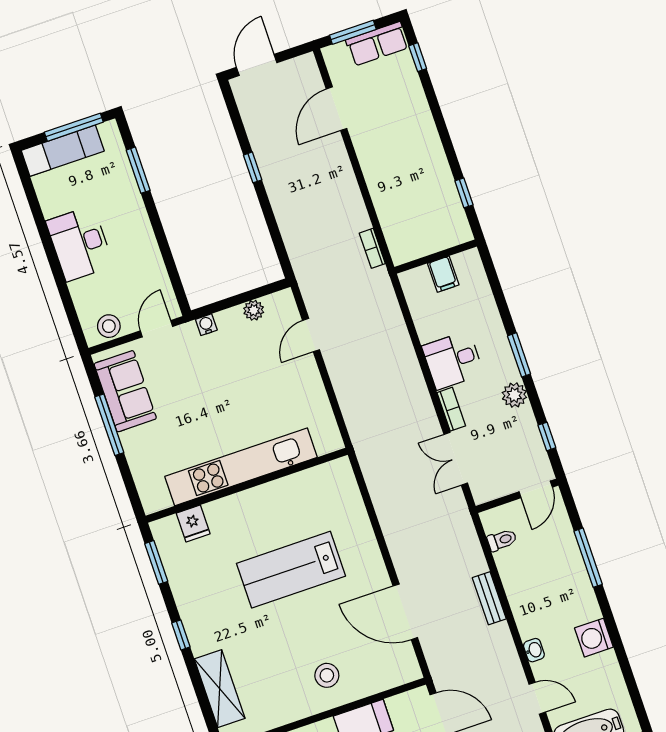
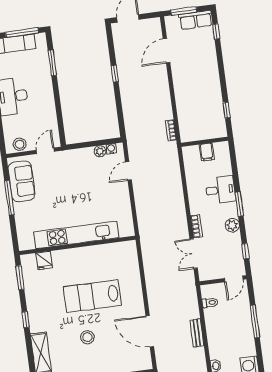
water cooler: (206, 325) -> (111, 149), moved
desk: (453, 360) -> (220, 190), moved, turned 180
stool: (327, 675) -> (87, 337), moved

